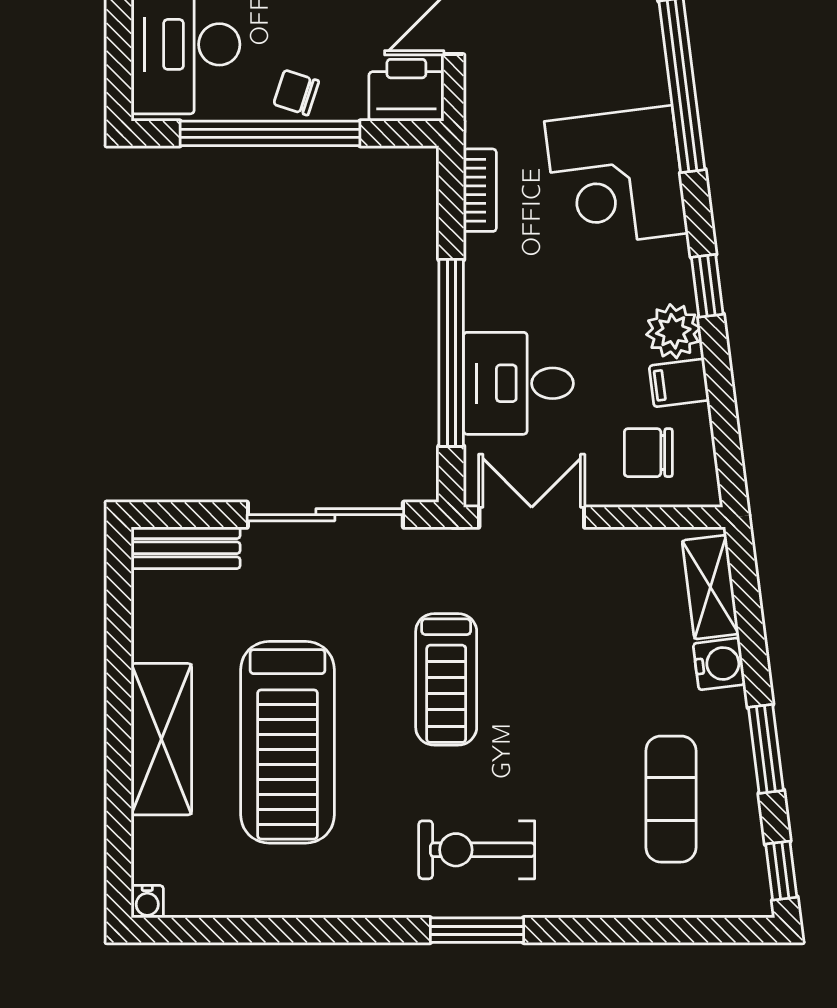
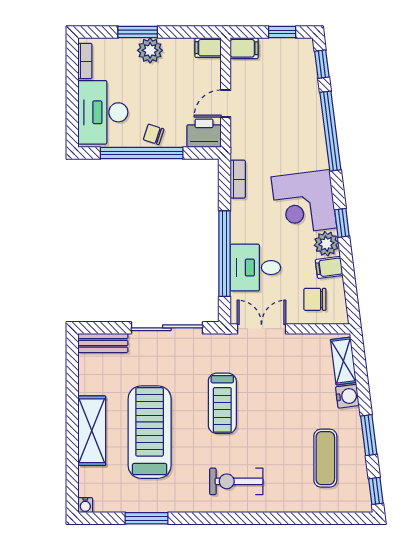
corner desk: (616, 177) -> (304, 202), moved
treadmill: (288, 742) -> (150, 432), turned 180
window: (477, 930) -> (147, 518), moved

